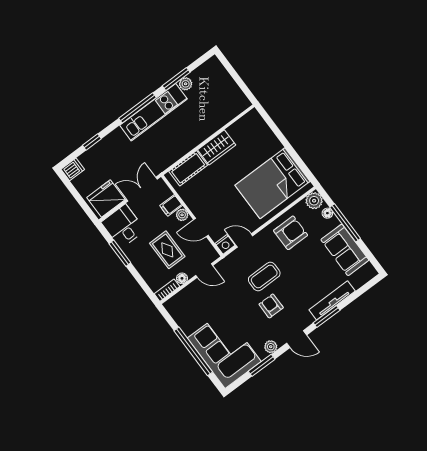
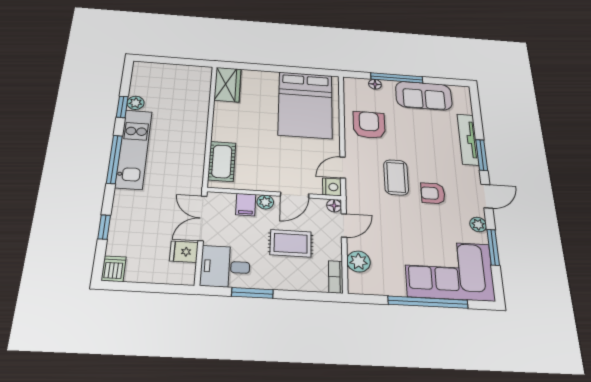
window: (176, 79) -> (122, 107), width x0.67
wardrobe: (217, 147) -> (228, 85), moved
fridge: (106, 199) -> (184, 252), width x0.53, depth x0.75
plant: (314, 201) -> (358, 261), moved
floor lamp: (182, 278) -> (334, 206), moved

